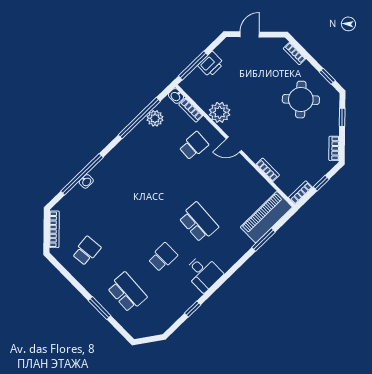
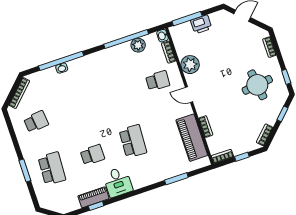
round table: (301, 100) -> (257, 85), turned 36
piano: (266, 217) -> (192, 138), moved, turned -90
piano: (186, 301) -> (94, 197), added

